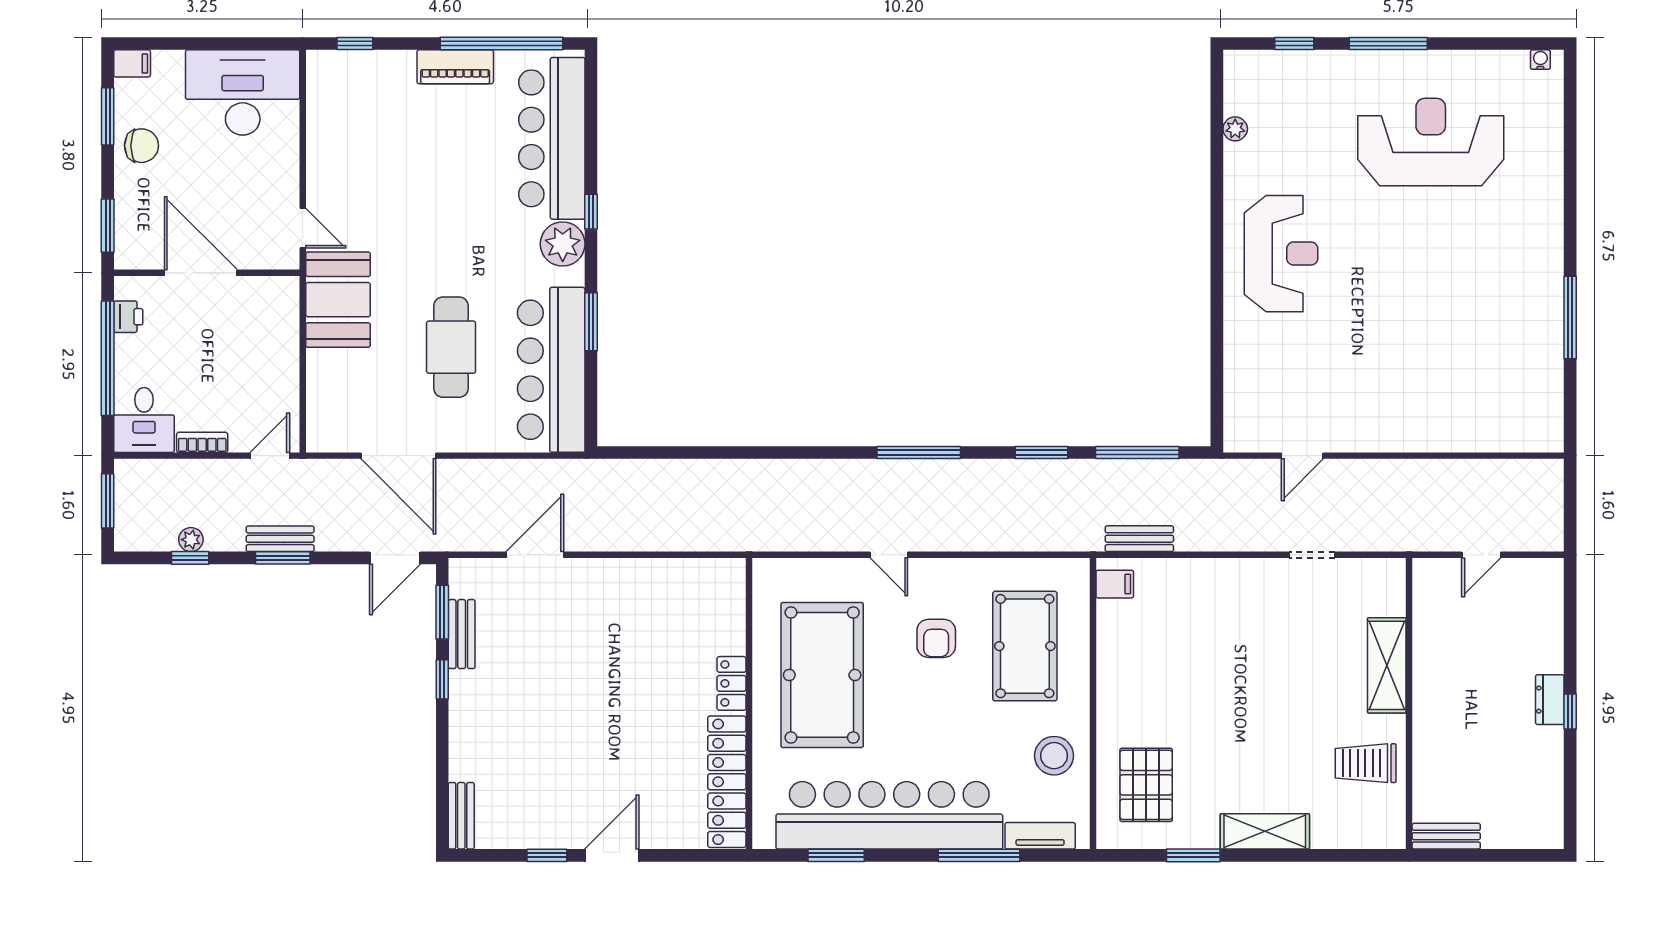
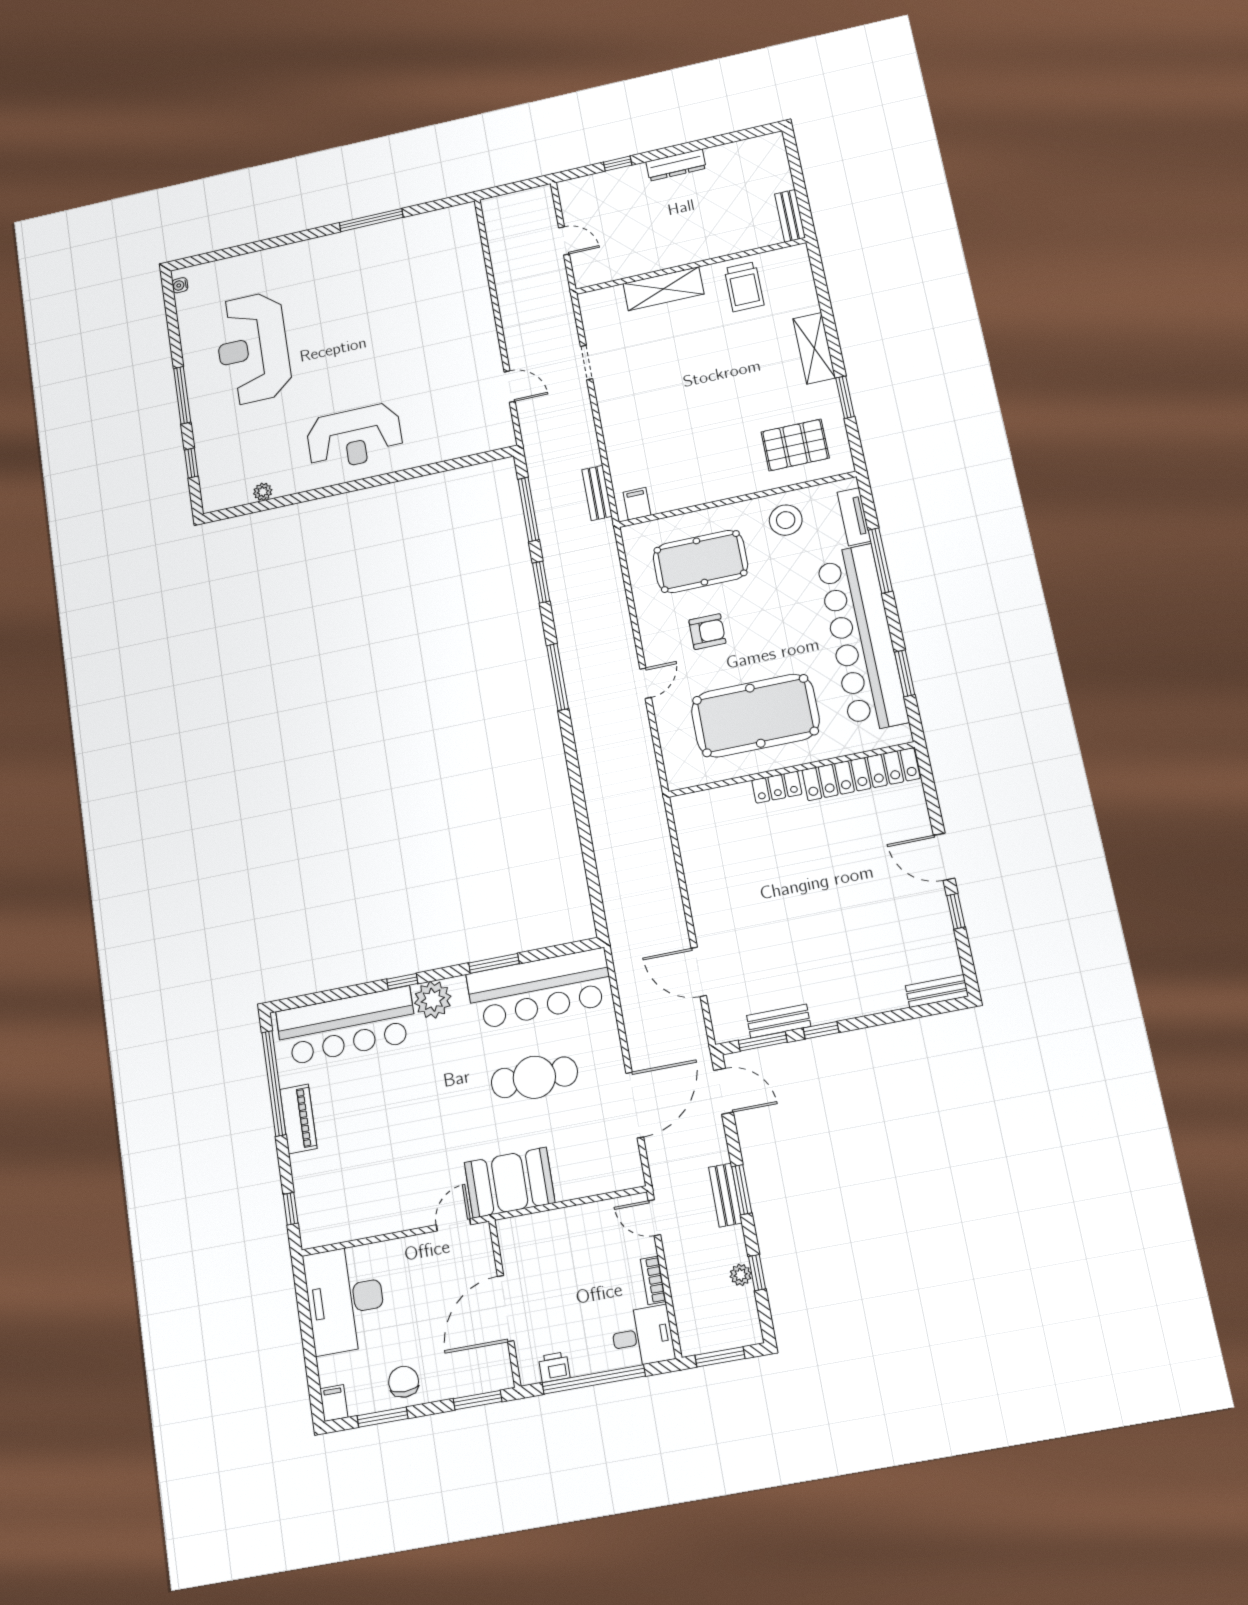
reception desk: (1281, 254) -> (354, 437), turned 180
dresser: (1550, 700) -> (676, 165), width x1.44
window: (1570, 711) -> (618, 164), moved

